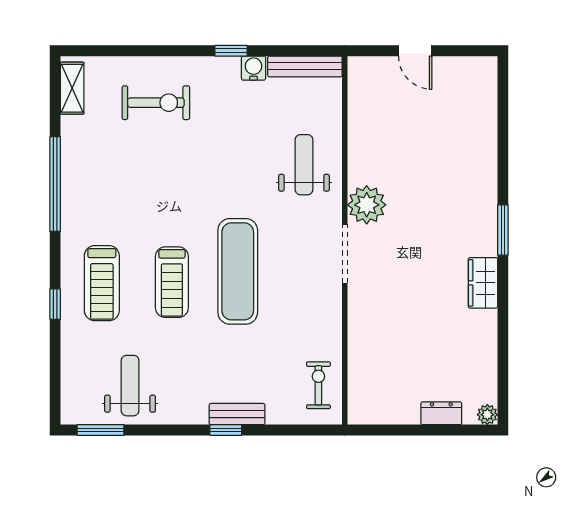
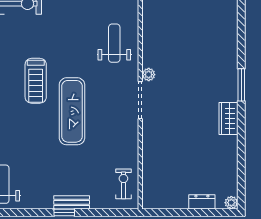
plant: (367, 205) -> (149, 75), width x0.53, depth x0.53
treadmill: (172, 282) -> (36, 81), moved

